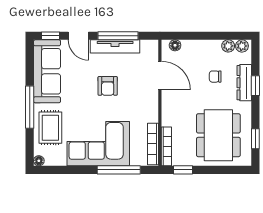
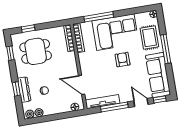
tv unit: (115, 46) -> (103, 102), moved
armchair: (108, 86) -> (123, 60), moved
dining table: (218, 135) -> (36, 51), width x0.73
window: (183, 170) -> (28, 29), moved

